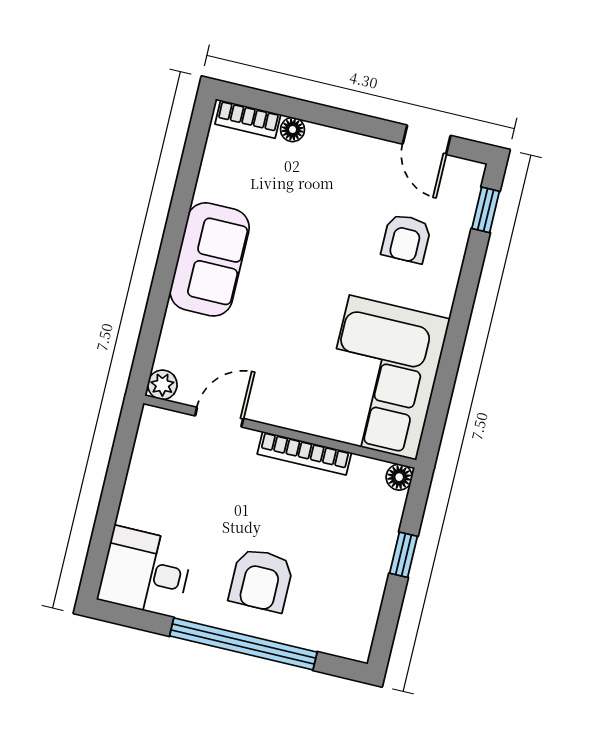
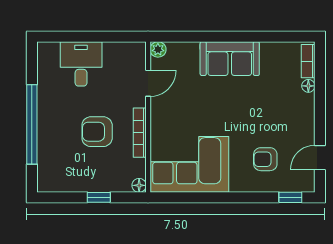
door: (219, 417) -> (148, 83), hinge flipped
desk: (145, 572) -> (81, 64), moved
armchair: (261, 580) -> (97, 132), moved

